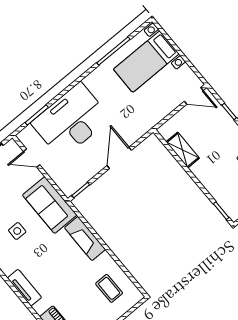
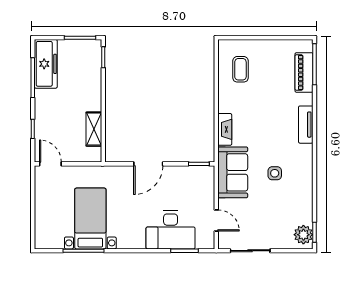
bed with nightstands: (146, 62) -> (90, 219), moved, turned -90
desk: (71, 121) -> (171, 230), width x0.73, depth x0.77
fireplace: (85, 239) -> (225, 129), width x0.73, depth x0.76

